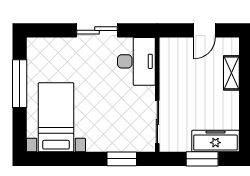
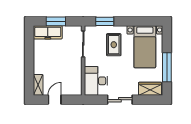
wardrobe: (48, 48) -> (150, 89), added
shelving: (231, 73) -> (38, 85), moved
rug: (107, 121) -> (114, 45), added

